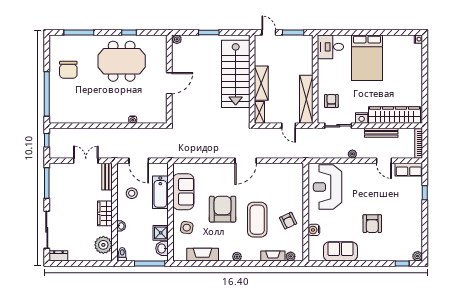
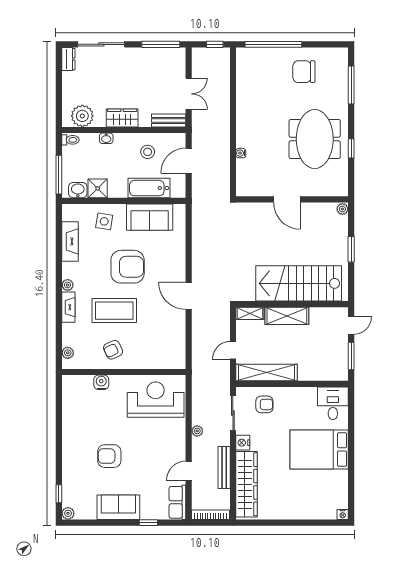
sofa: (340, 251) -> (118, 507), moved, turned -90
fireplace: (273, 256) -> (68, 307), moved

